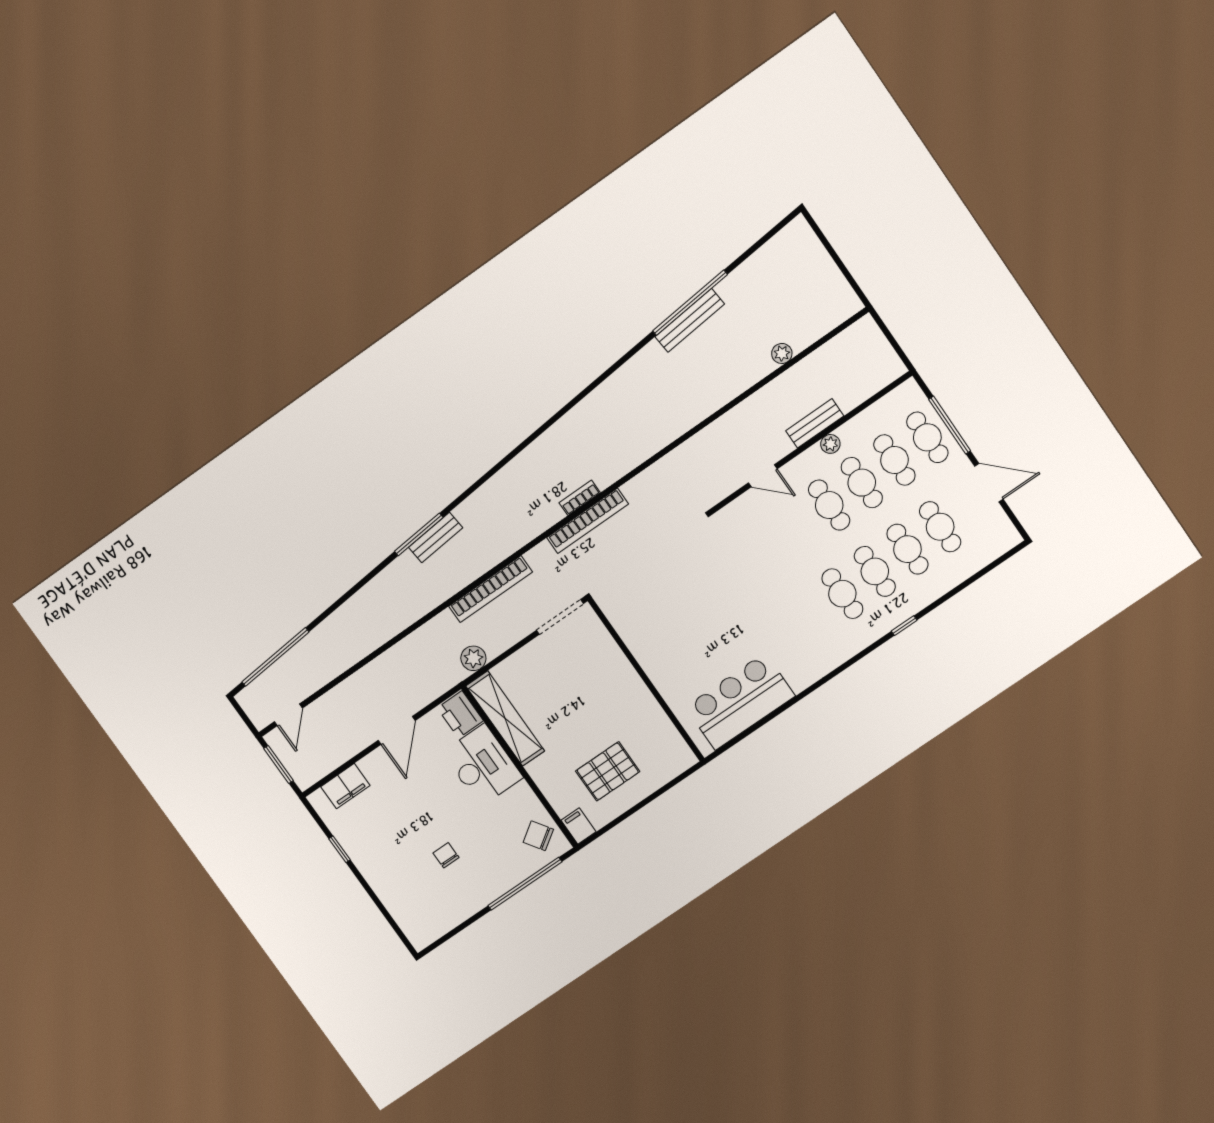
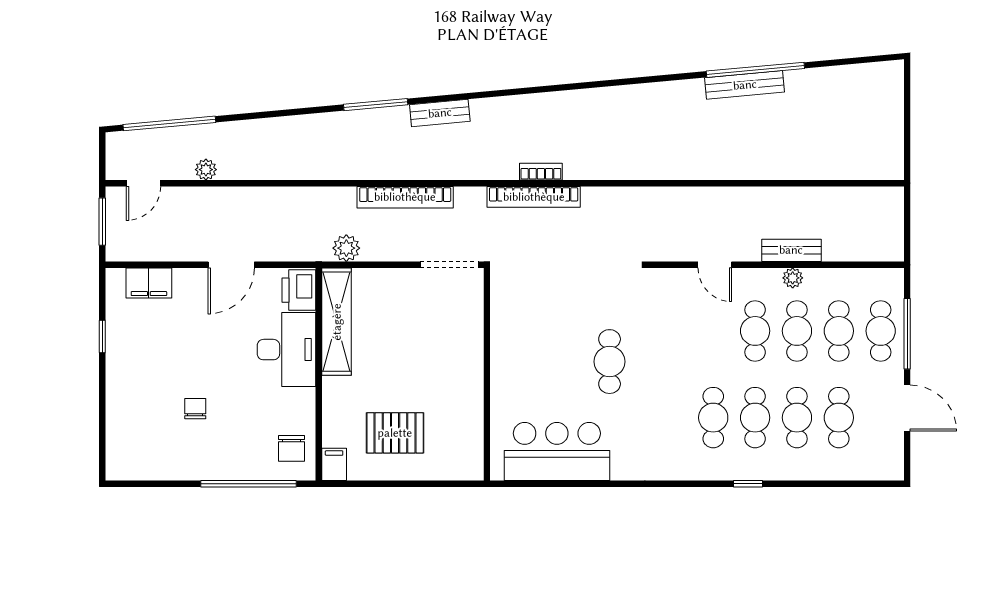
plant: (782, 353) -> (206, 170), moved
bench: (436, 538) -> (440, 113), moved
cafe table: (733, 606) -> (610, 362), added
chair: (538, 836) -> (292, 448), turned -146

